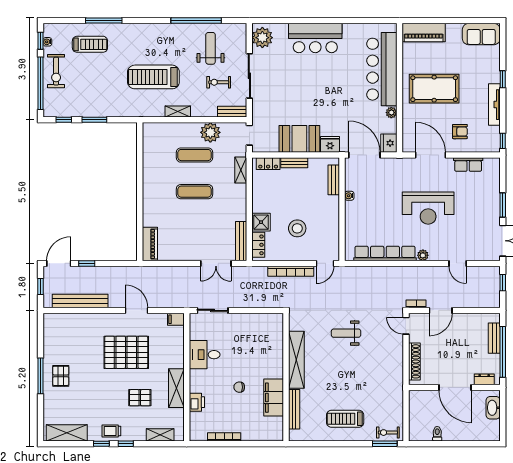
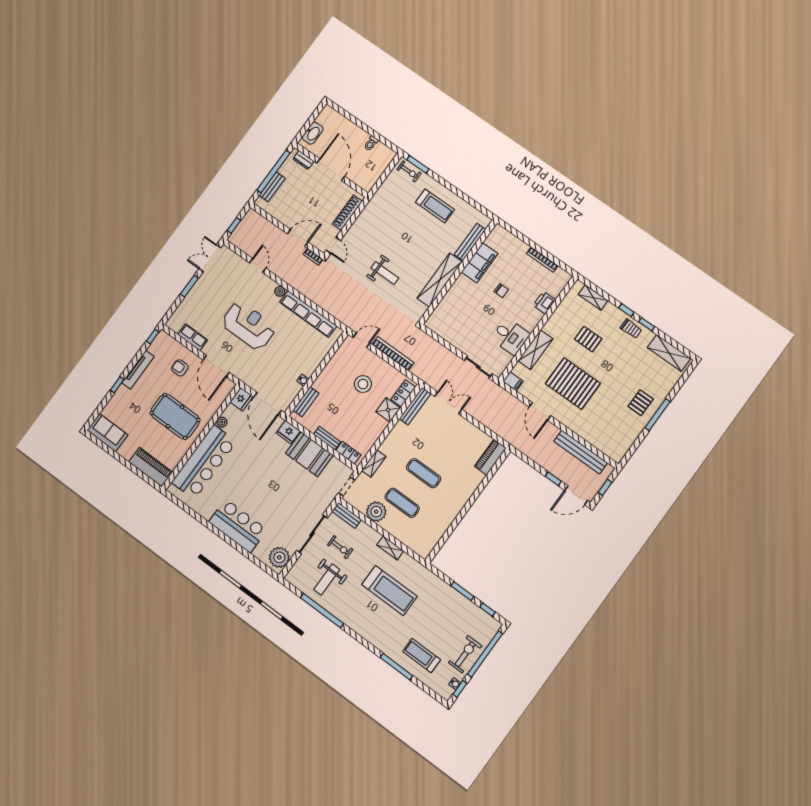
shelving: (176, 388) -> (535, 350), moved

